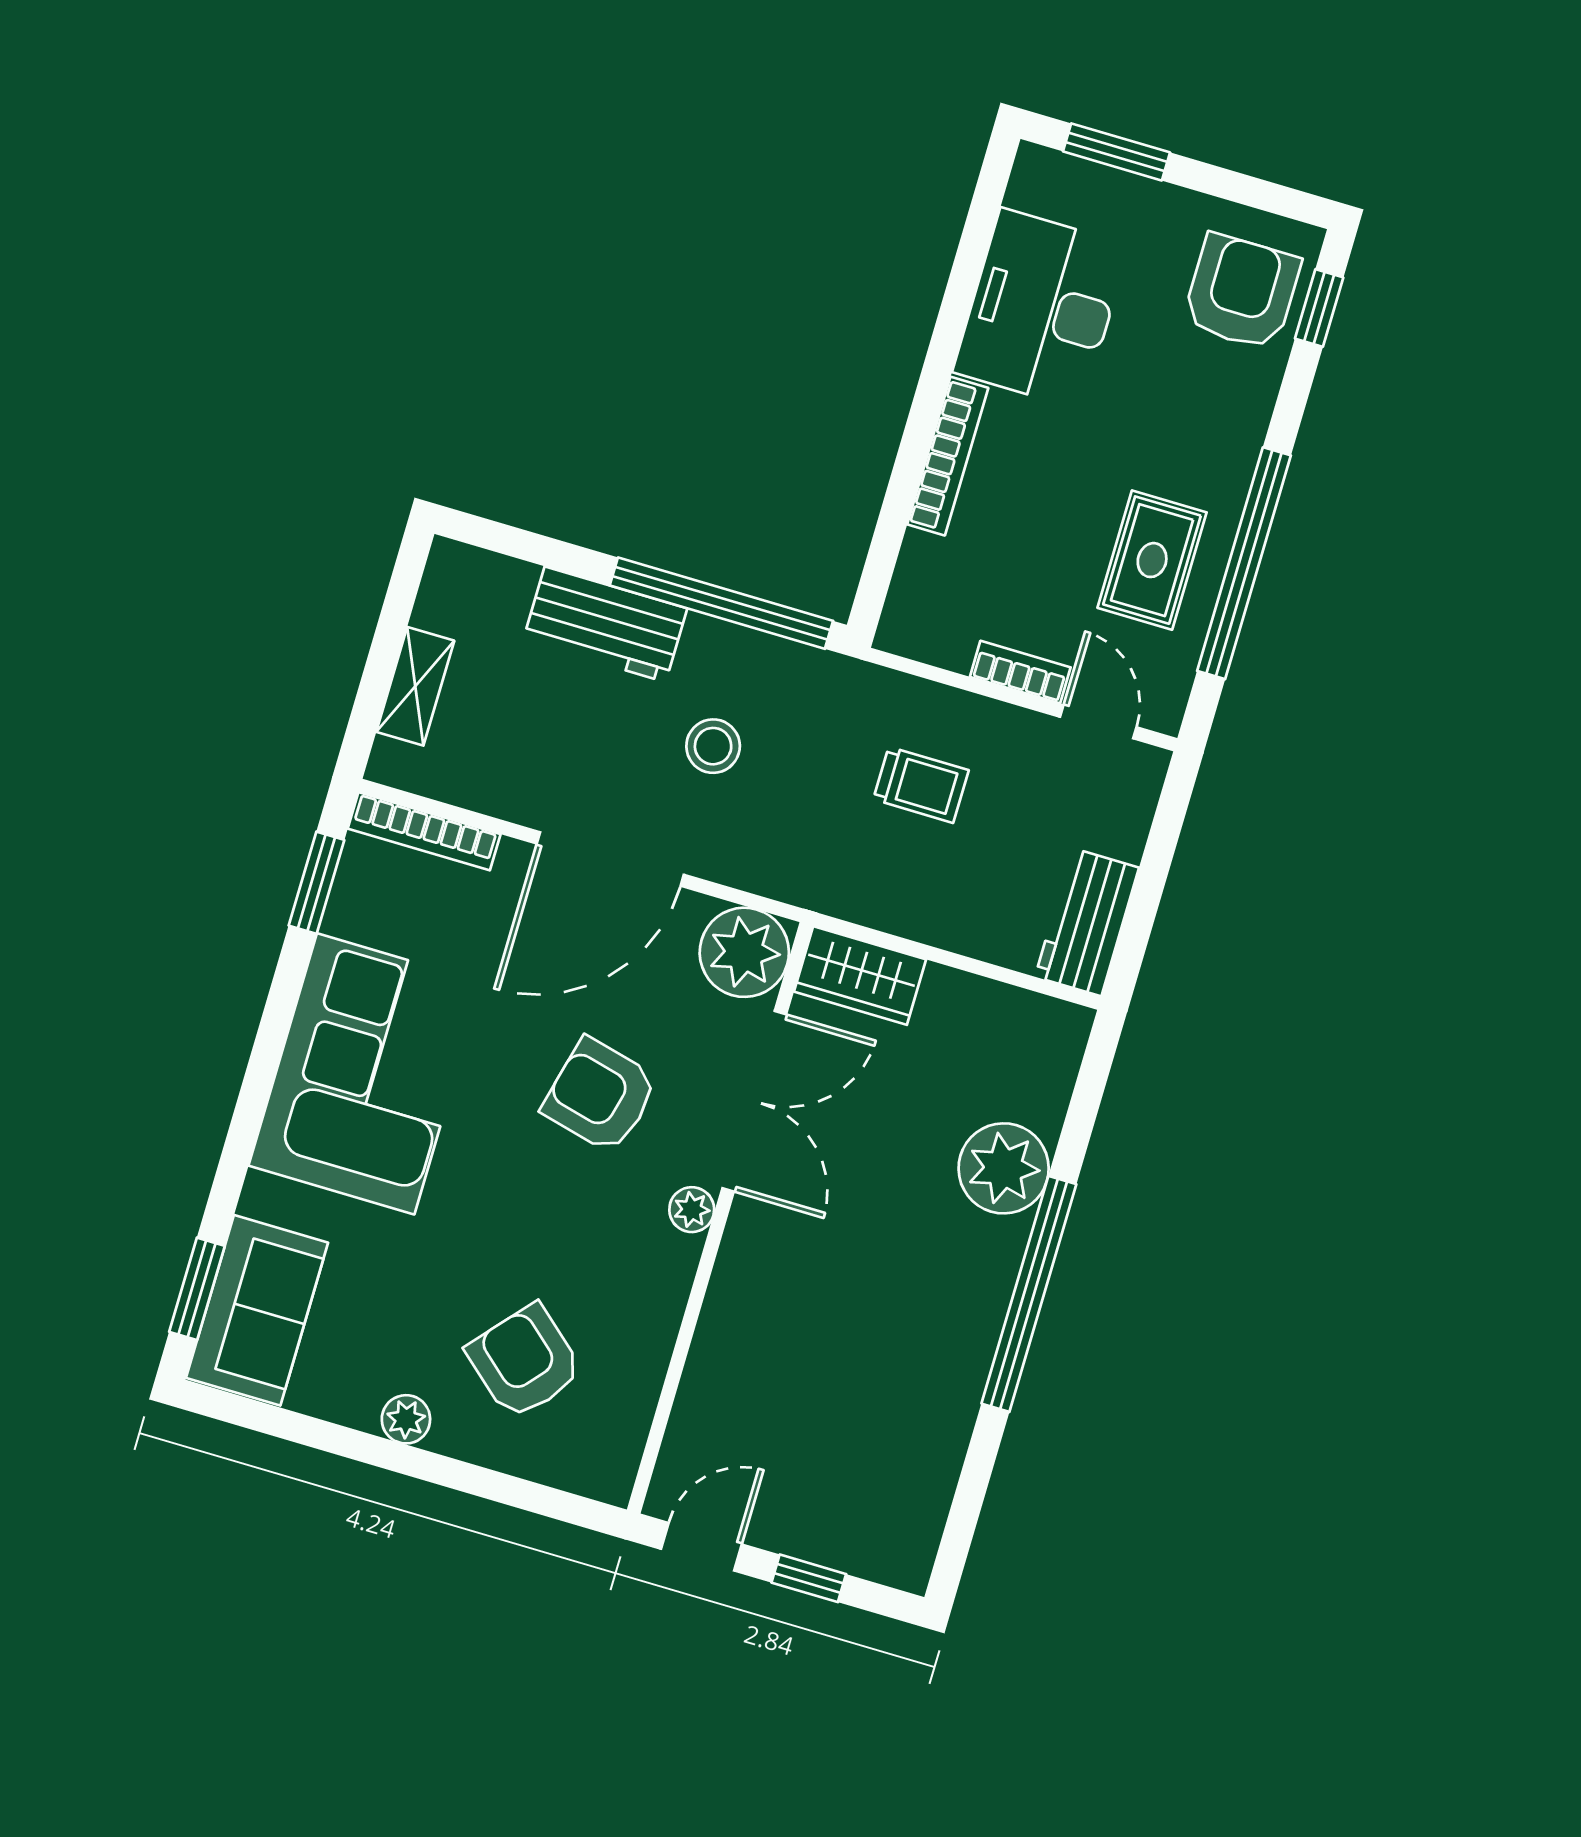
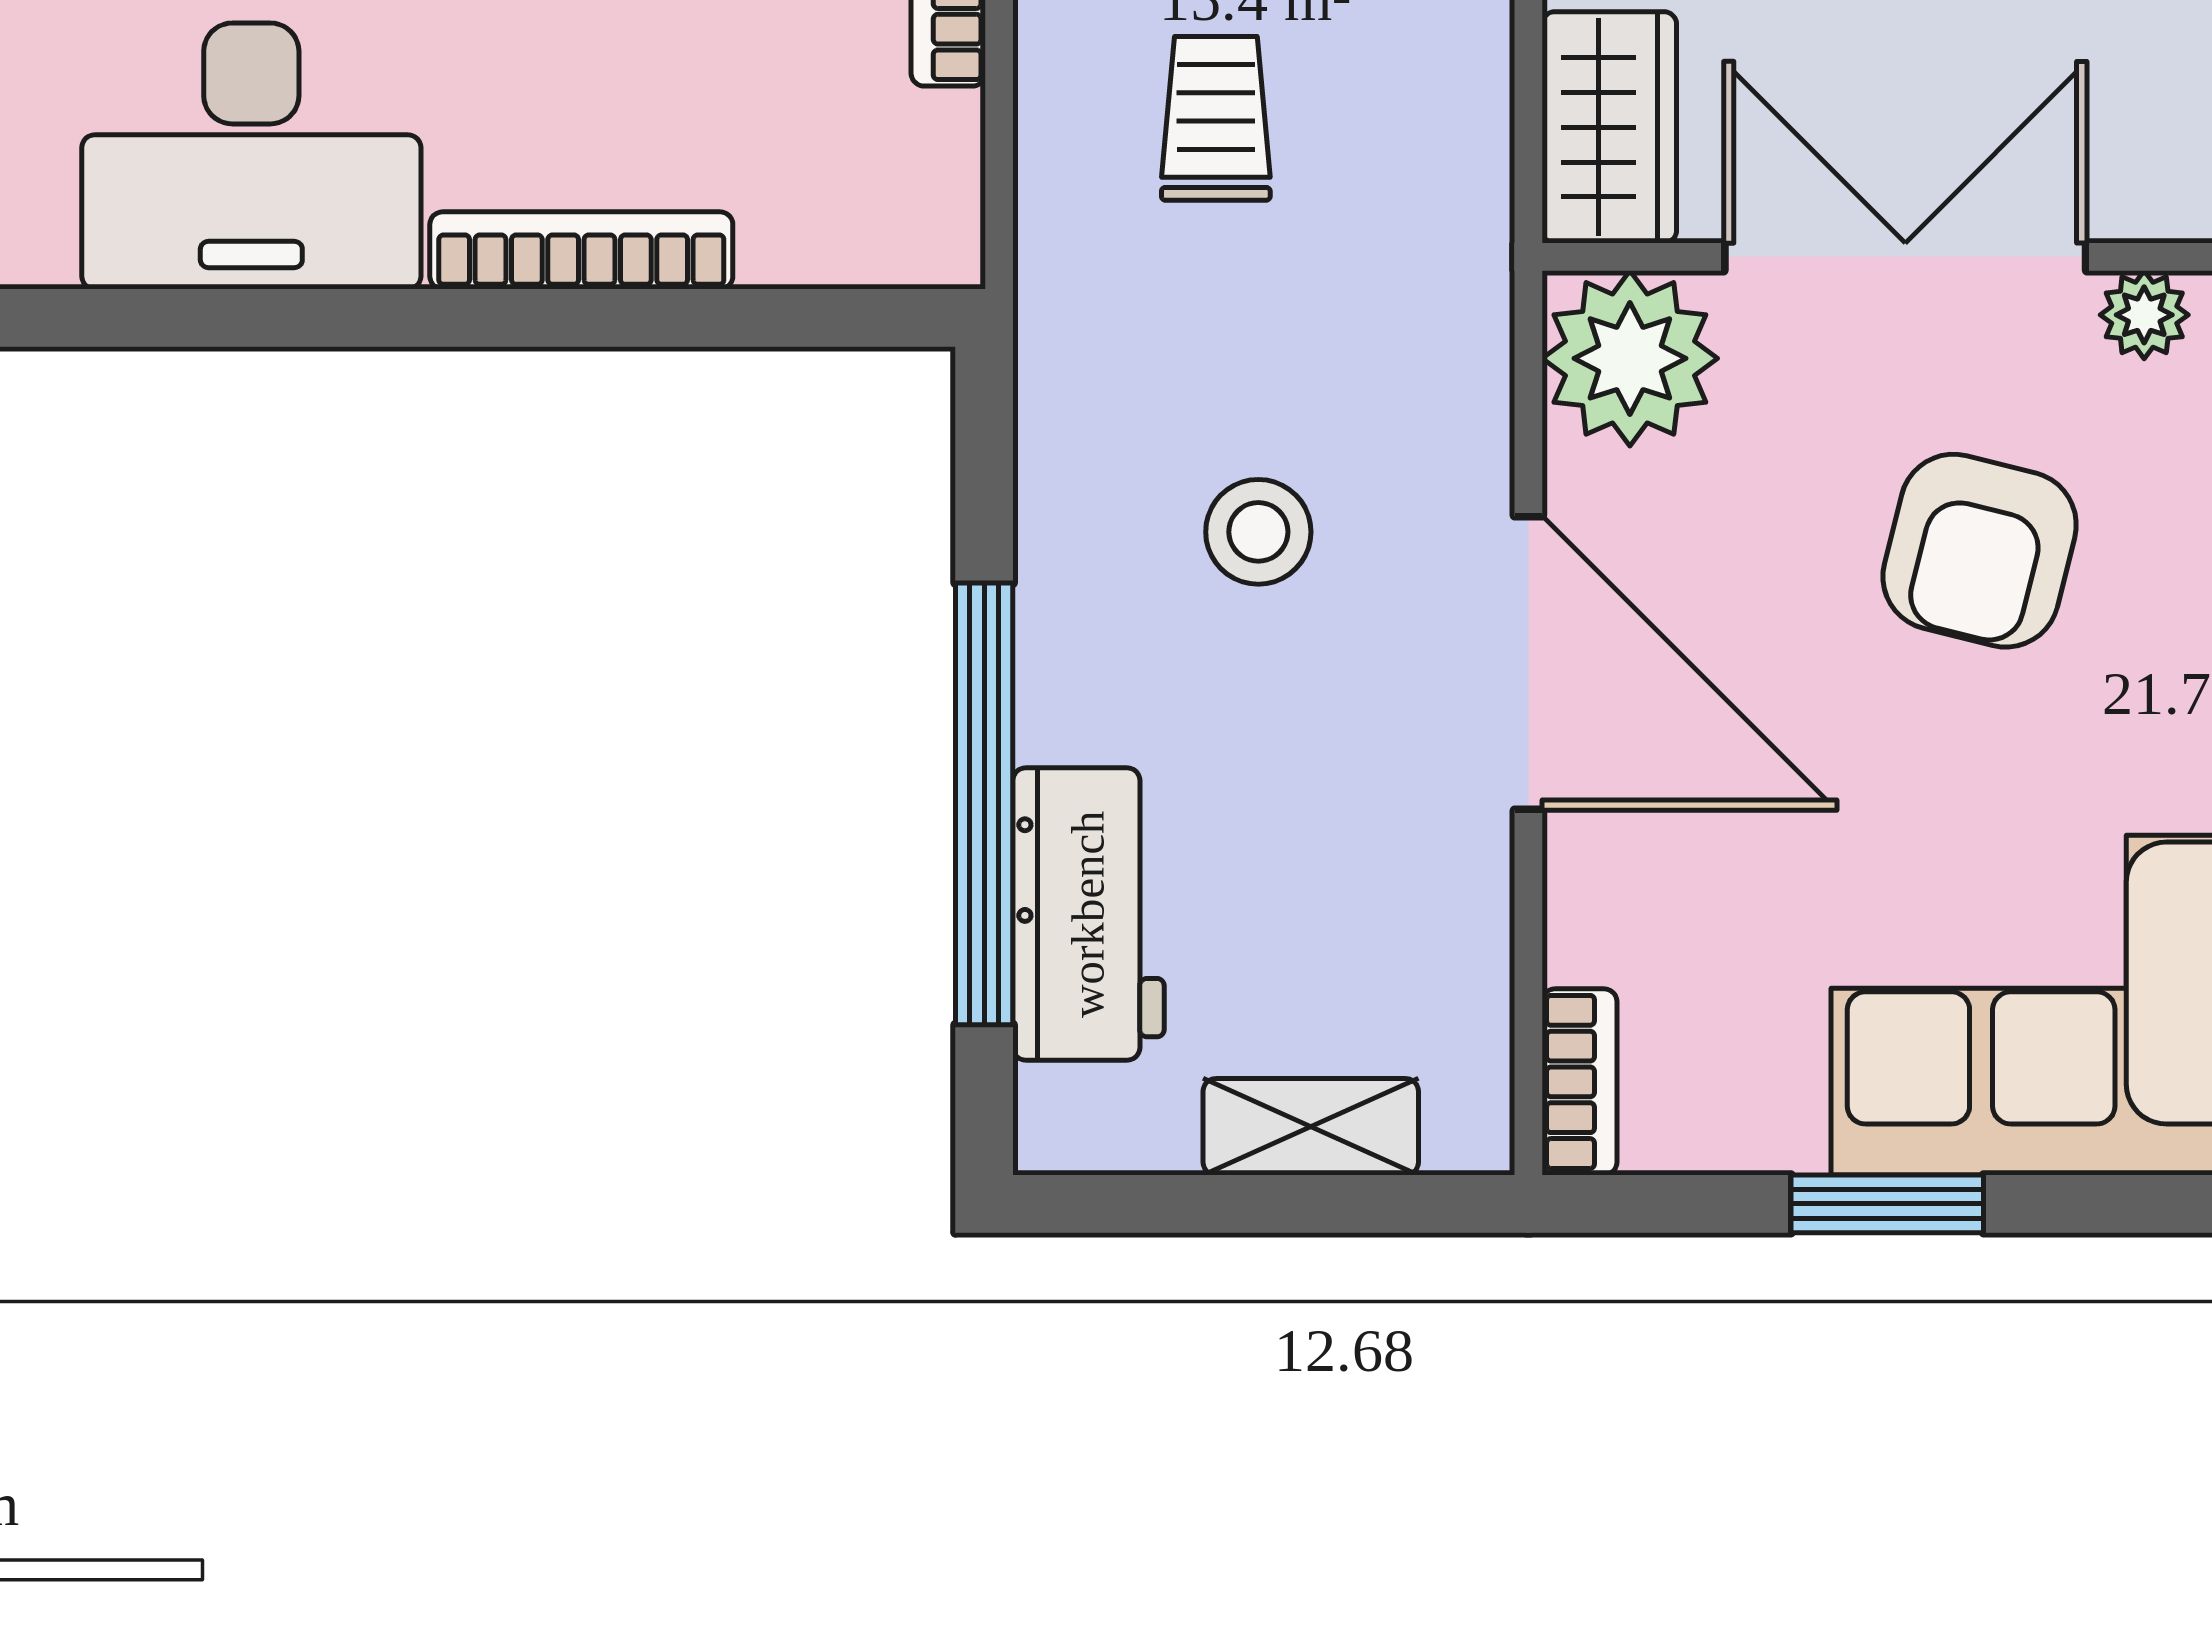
window: (721, 603) -> (984, 804), moved
workbench: (605, 624) -> (1088, 914), moved
bookcase: (424, 831) -> (1579, 1082), width x0.64
window: (316, 883) -> (1887, 1204), moved

